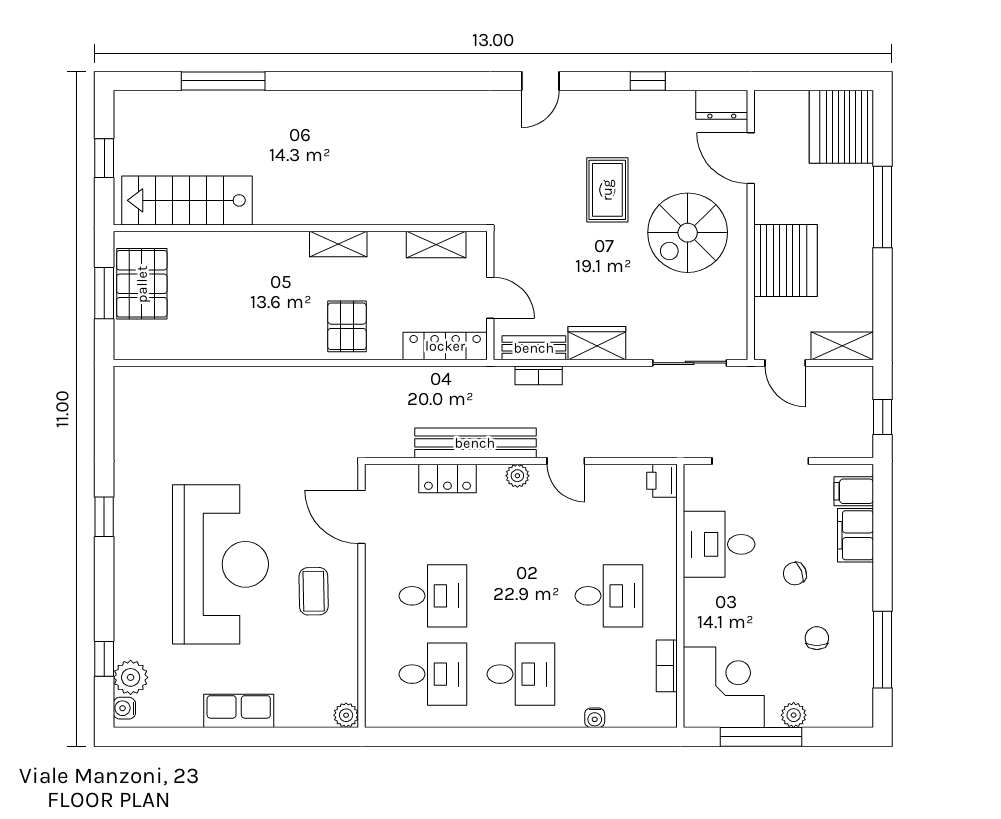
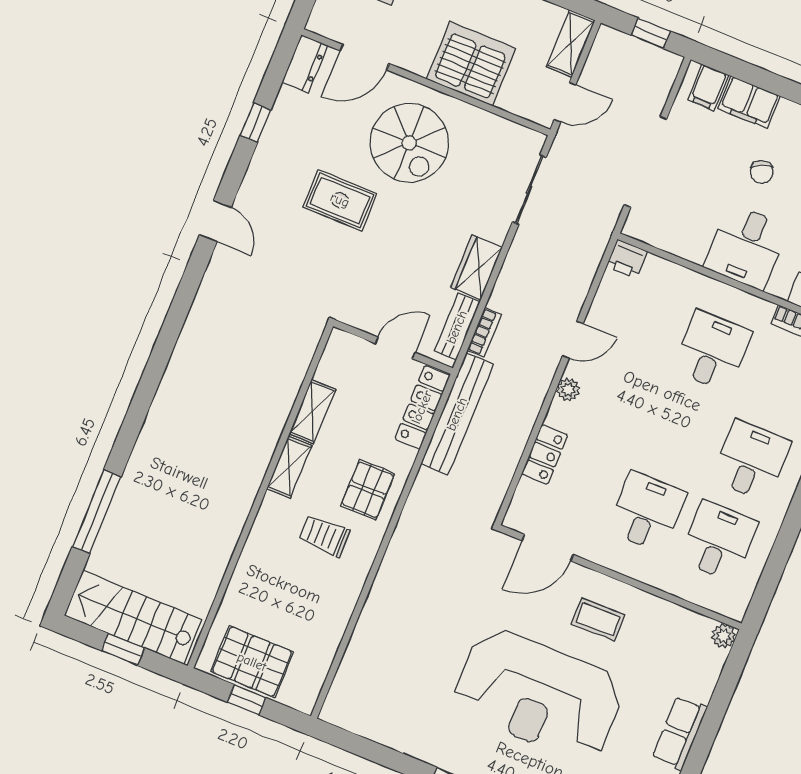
stairs: (187, 200) -> (133, 617), moved, turned 90
shelving: (436, 245) -> (312, 412), moved
window: (104, 293) -> (247, 700), width x0.67
trolley: (287, 303) -> (324, 536), added
pallet: (347, 326) -> (368, 490), turned 90
bench: (475, 443) -> (457, 414), moved
desk: (719, 544) -> (746, 247), moved
reception desk: (220, 564) -> (538, 695), turned 180

